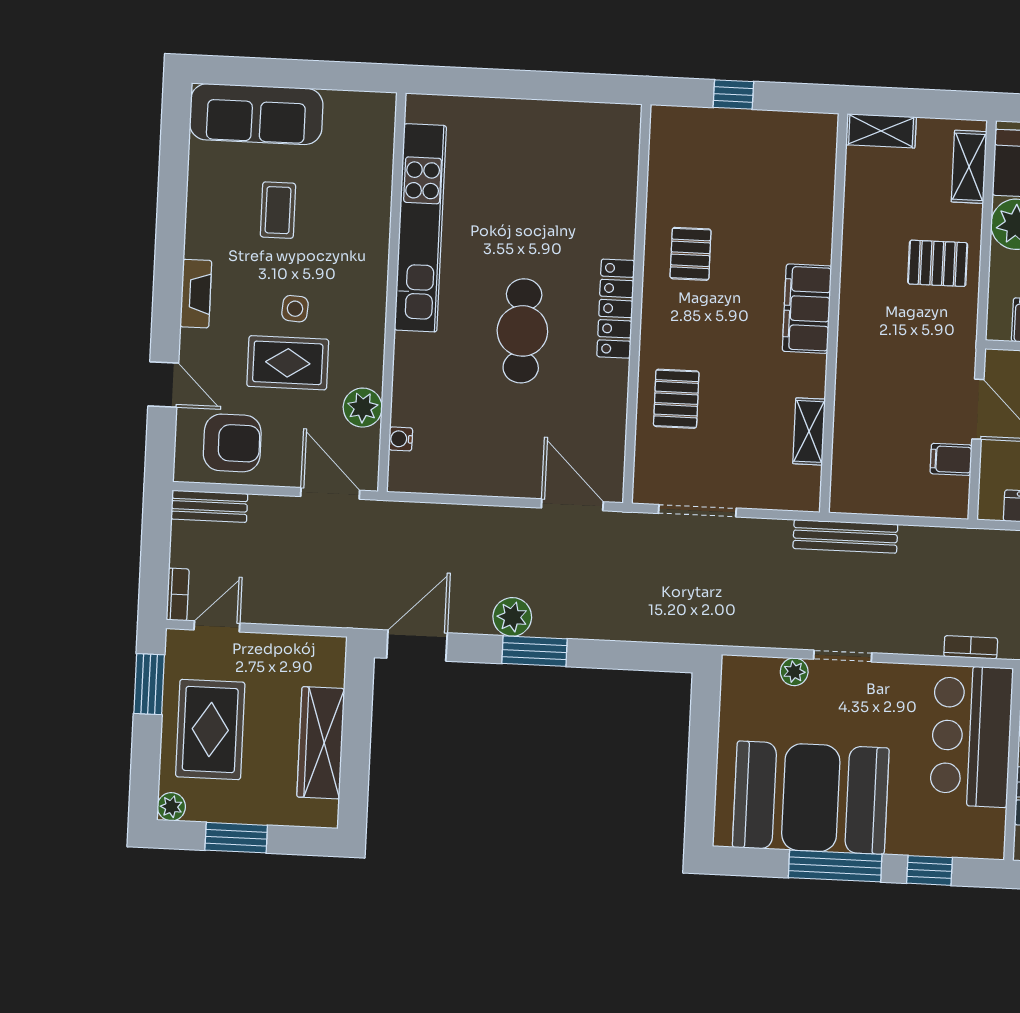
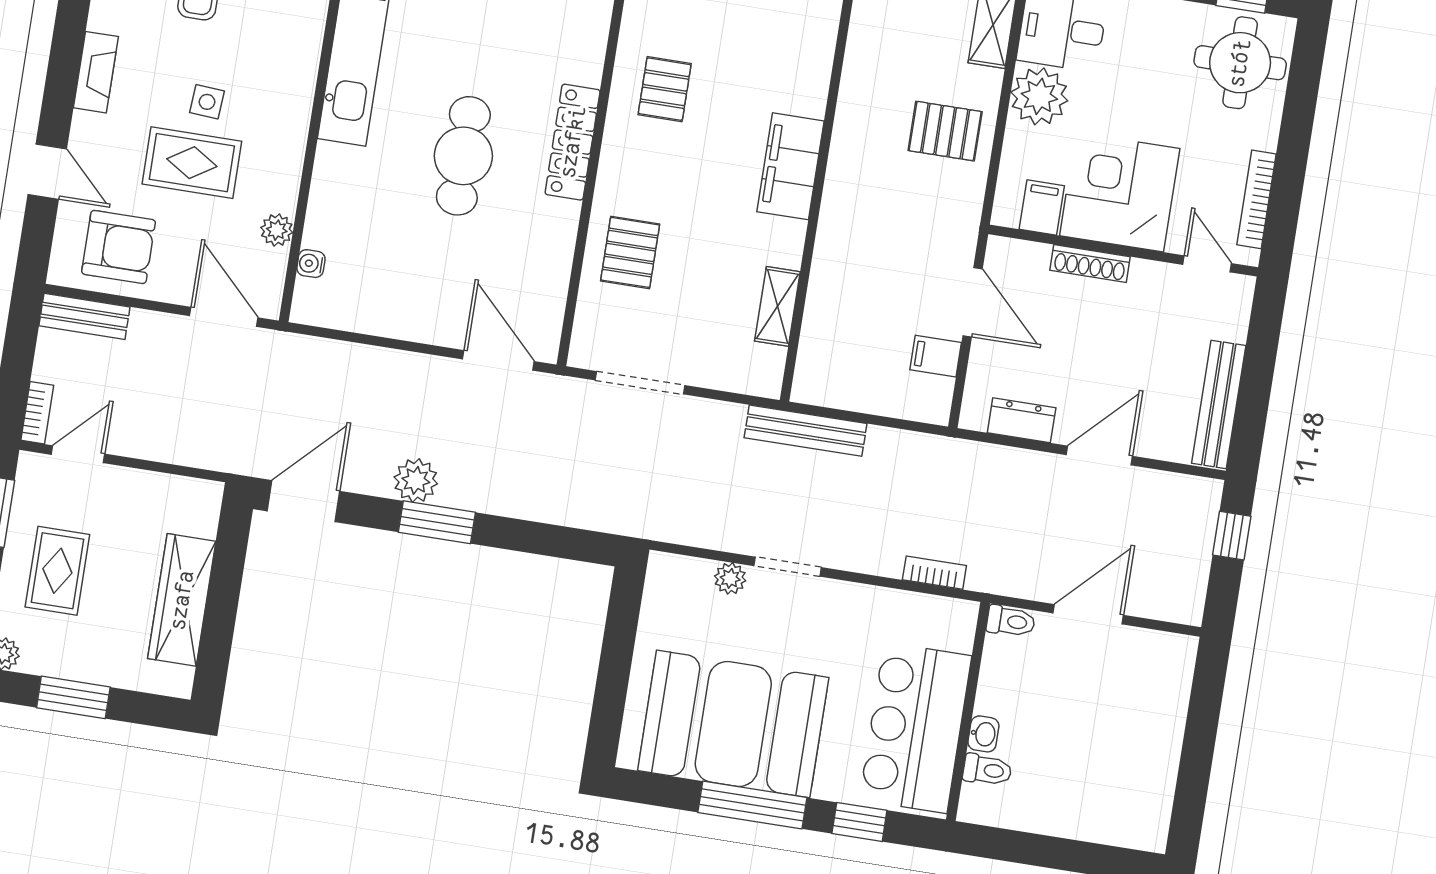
plant: (363, 408) -> (277, 230), width x0.73, depth x0.73
rug: (210, 729) -> (57, 571), width x0.73, depth x0.70
bar counter: (971, 736) -> (916, 728), moved

